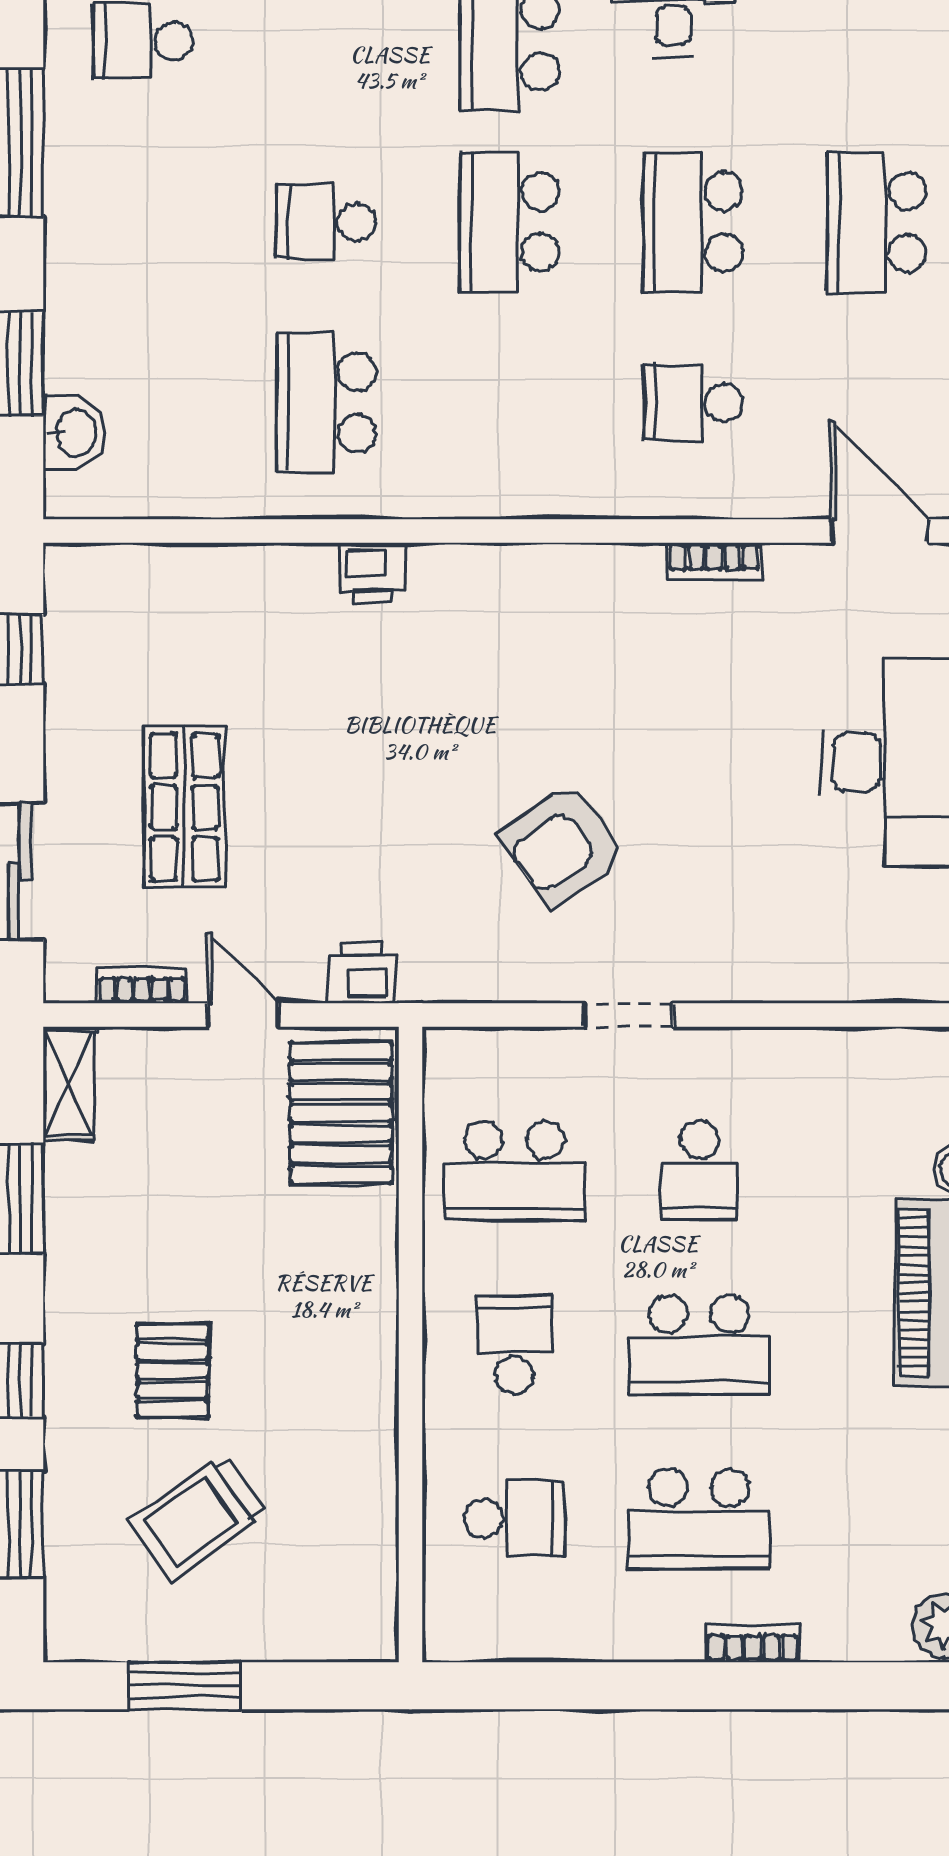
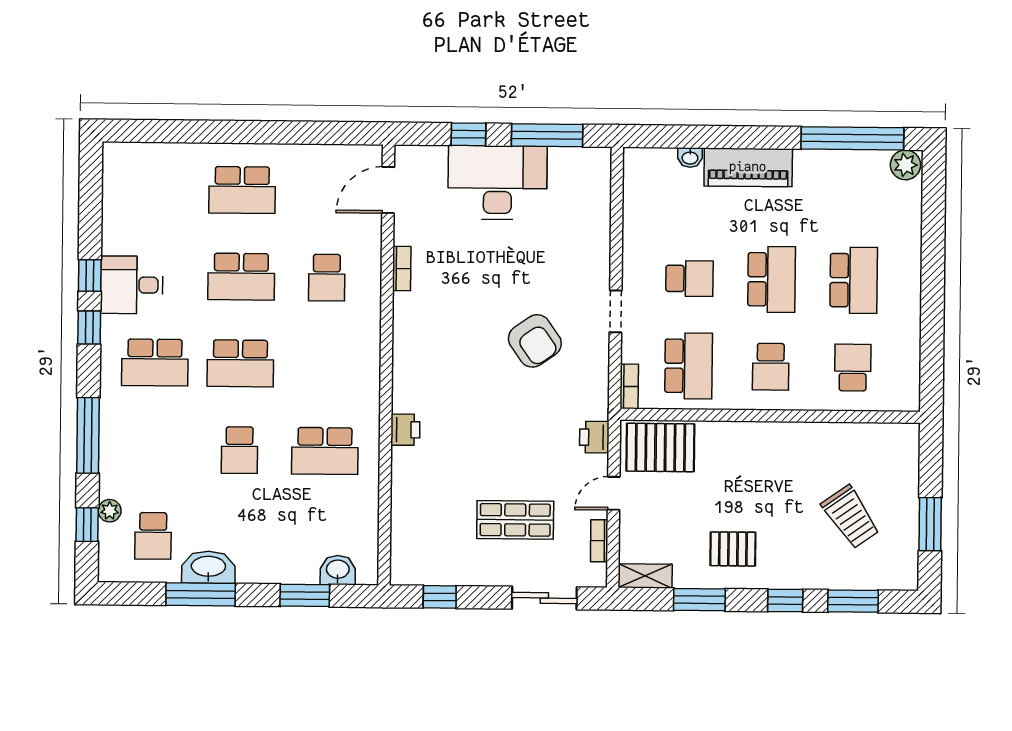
washbasin: (77, 159) -> (208, 567), added
school desk: (514, 1345) -> (771, 367), turned -90
pallet: (173, 1371) -> (733, 549), moved
bookcase: (753, 1643) -> (629, 386), moved, turned 180

